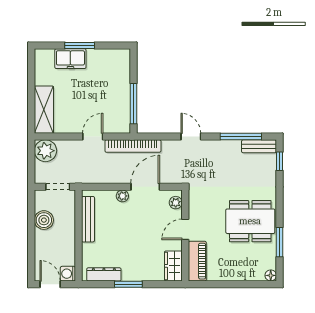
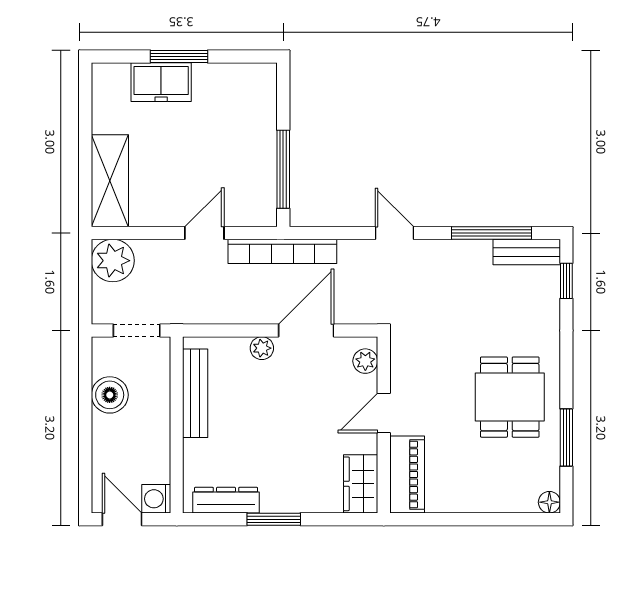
dining table: (250, 221) -> (510, 397), width x0.73

